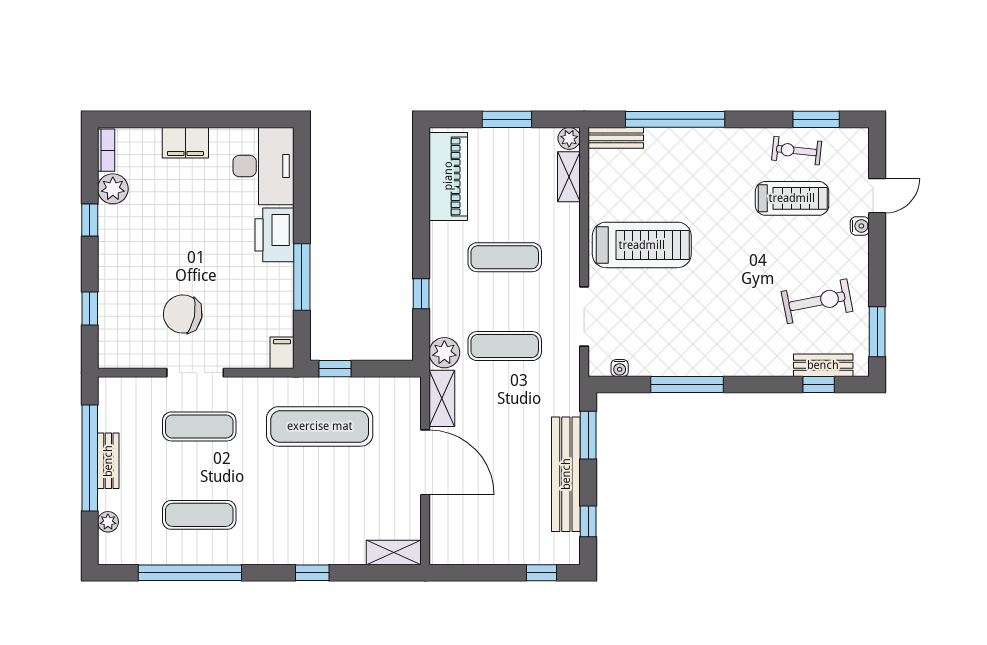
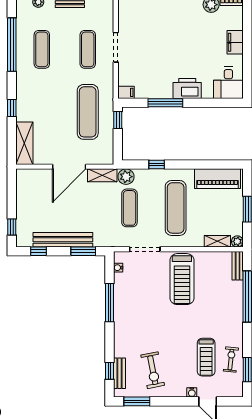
desk: (263, 166) -> (228, 83), width x0.73
exercise mat: (505, 257) -> (176, 208), width x1.36, depth x1.45
chair: (183, 314) -> (146, 41), removed
shelving: (394, 552) -> (24, 143), width x1.50, depth x1.33

